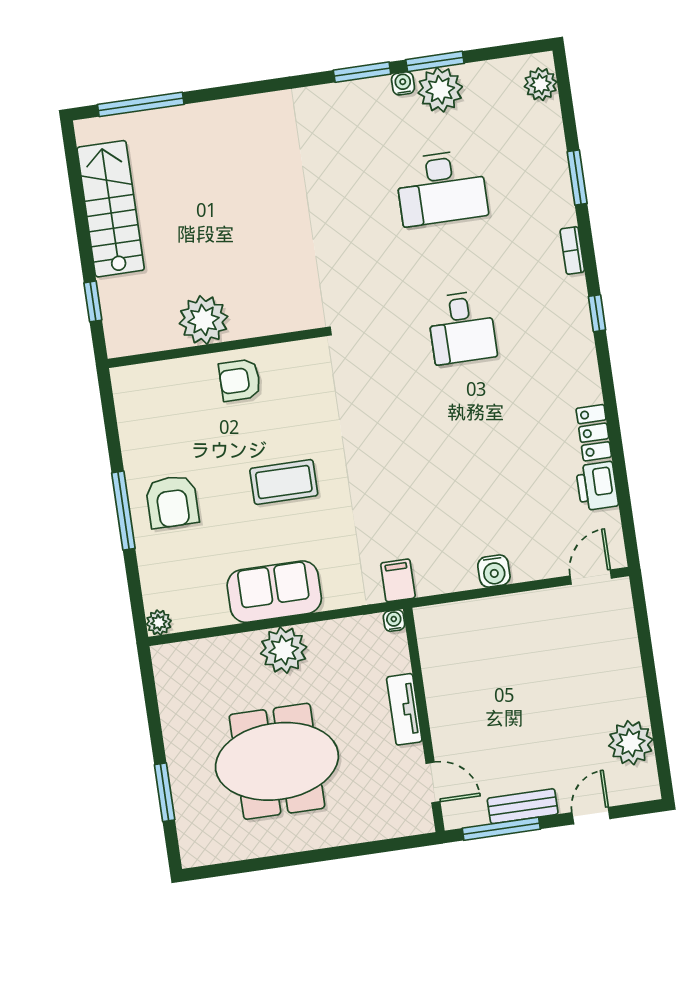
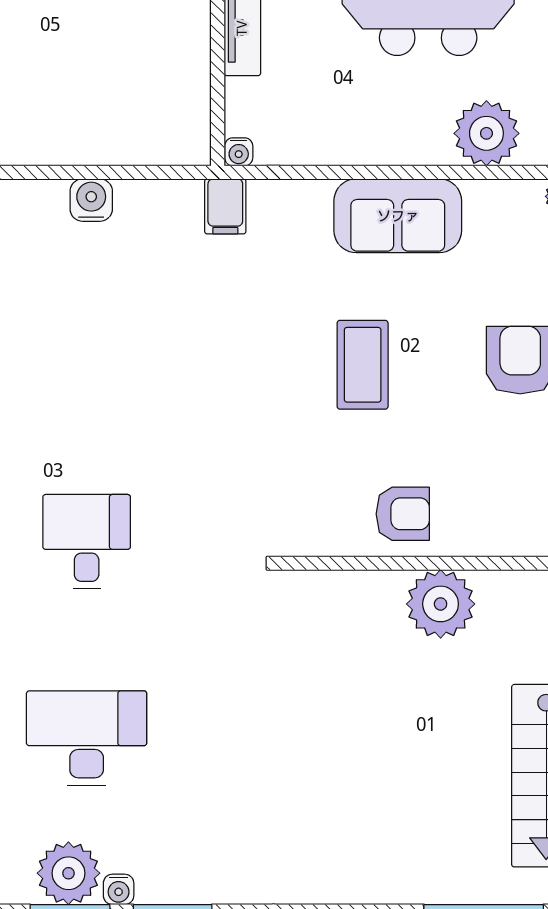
coffee table: (284, 482) -> (363, 365), turned 90
plant: (284, 650) -> (486, 133), moved

